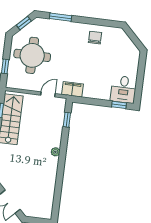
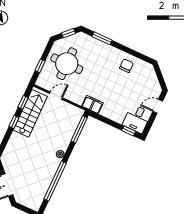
door: (141, 69) -> (158, 106), added
door: (48, 94) -> (56, 96), moved
window: (67, 120) -> (79, 129), width x2.17
window: (59, 181) -> (55, 181), added

